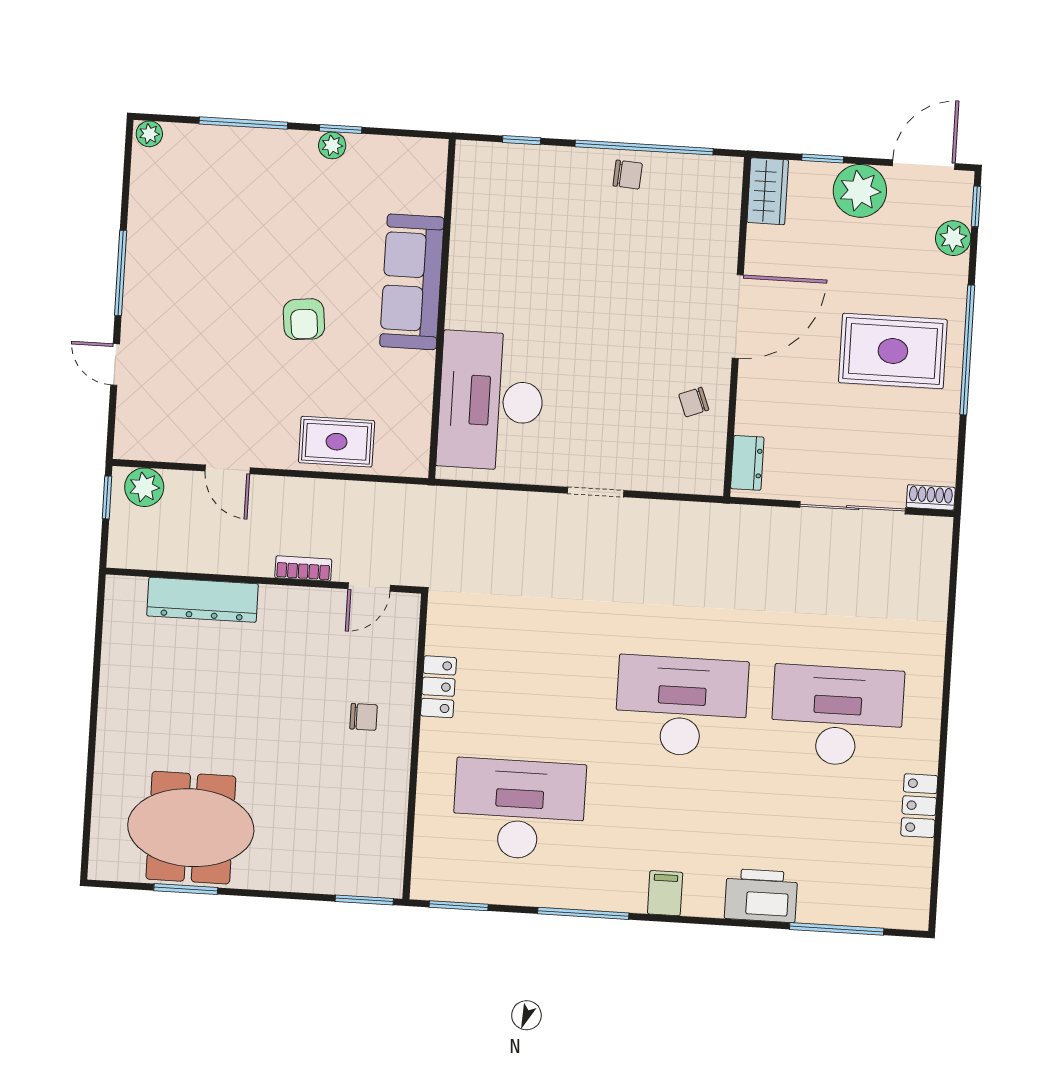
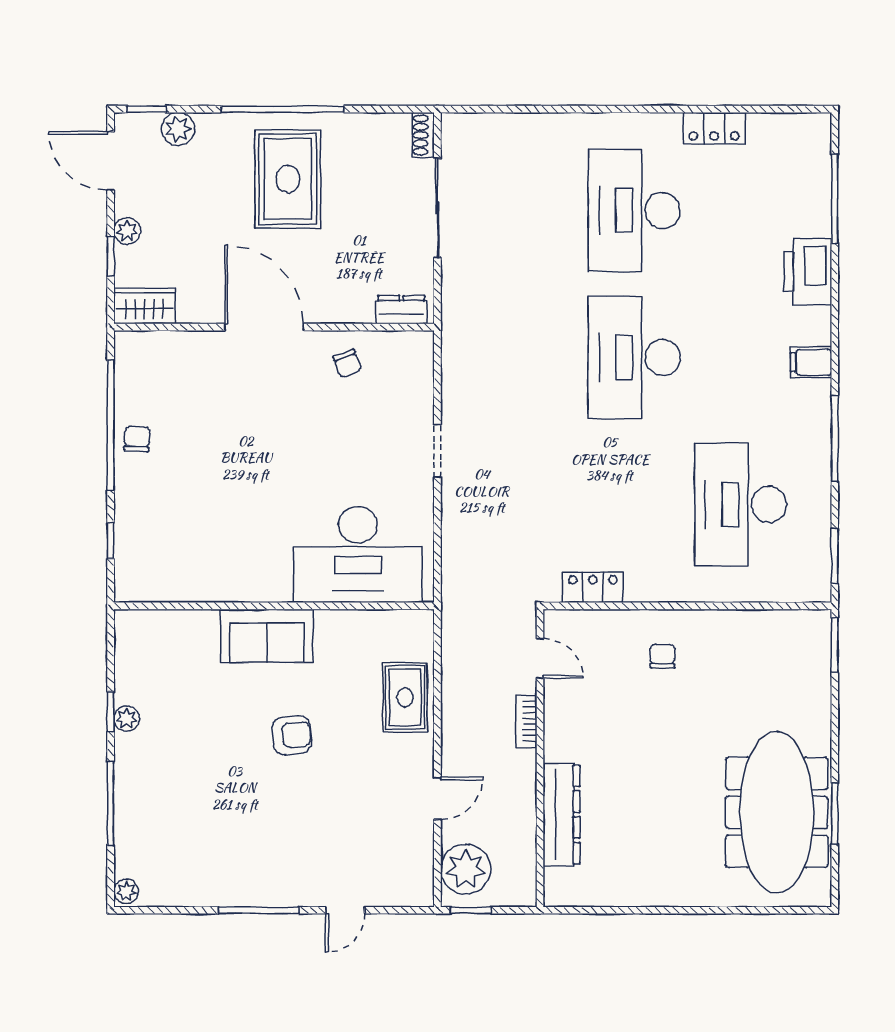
plant: (860, 191) -> (127, 231), width x0.53, depth x0.53
sofa: (412, 282) -> (267, 636), width x0.73
plant: (144, 487) -> (466, 869), width x1.36, depth x1.36
locker: (438, 687) -> (593, 587), moved
meeting table: (191, 828) -> (777, 812), width x1.36

